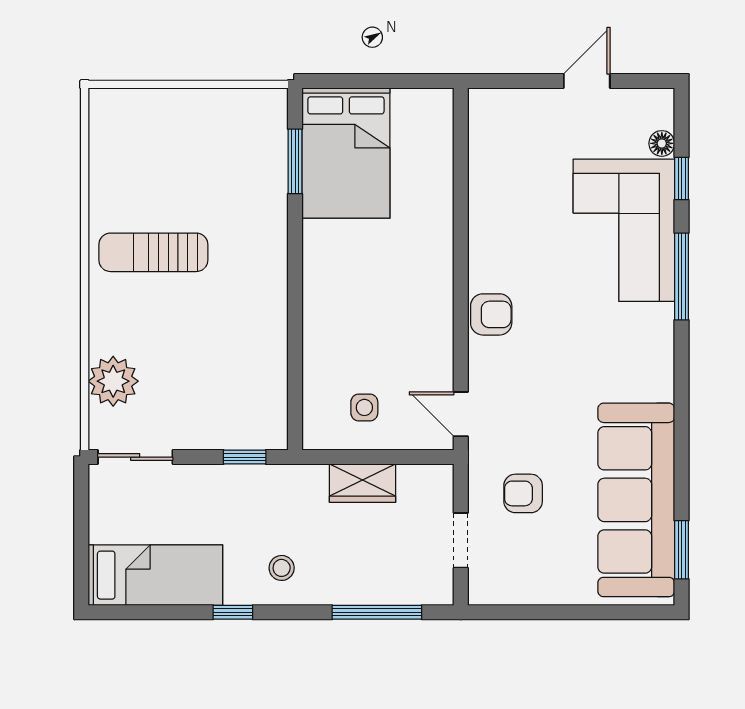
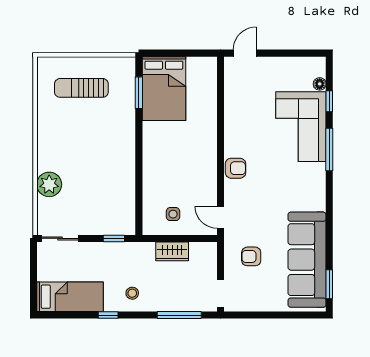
door: (587, 81) -> (245, 53), moved
sun lounger: (153, 252) -> (81, 88), moved
plant: (113, 381) -> (49, 184), moved
doorway: (461, 540) -> (220, 294), moved

